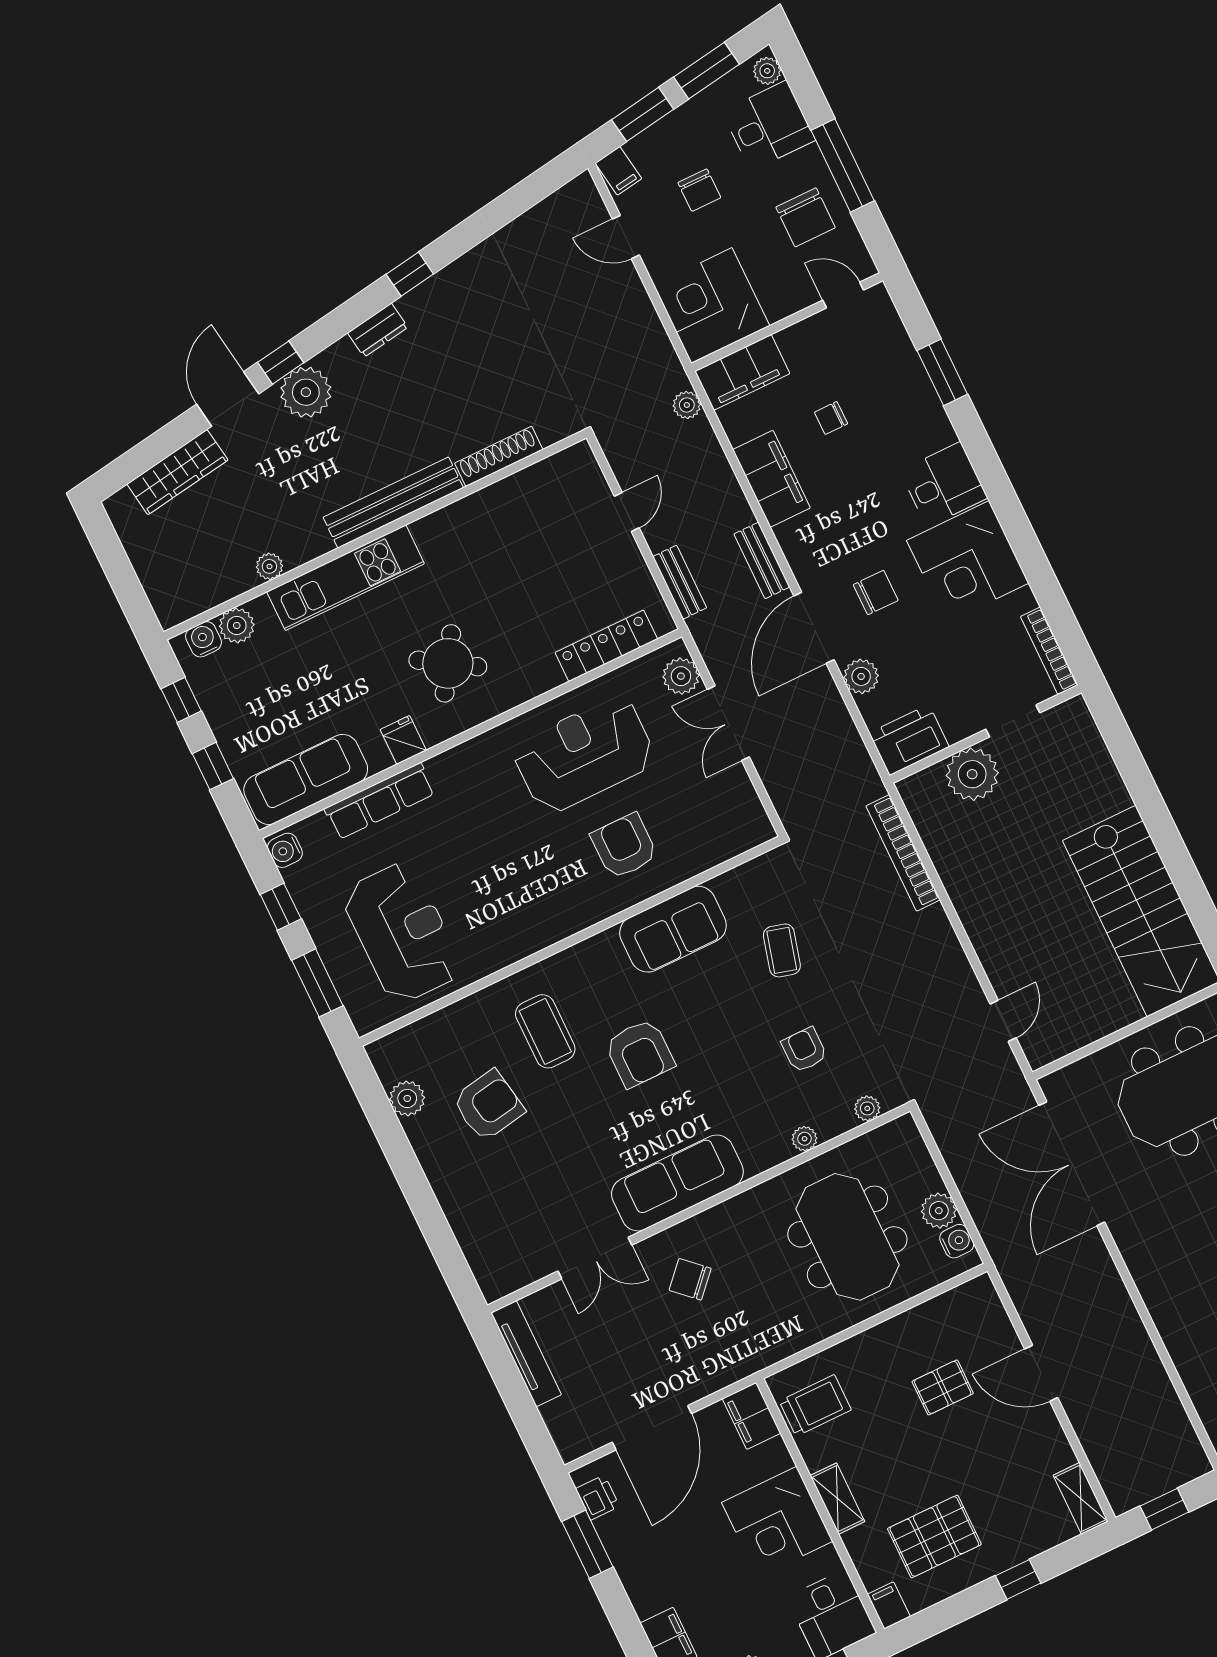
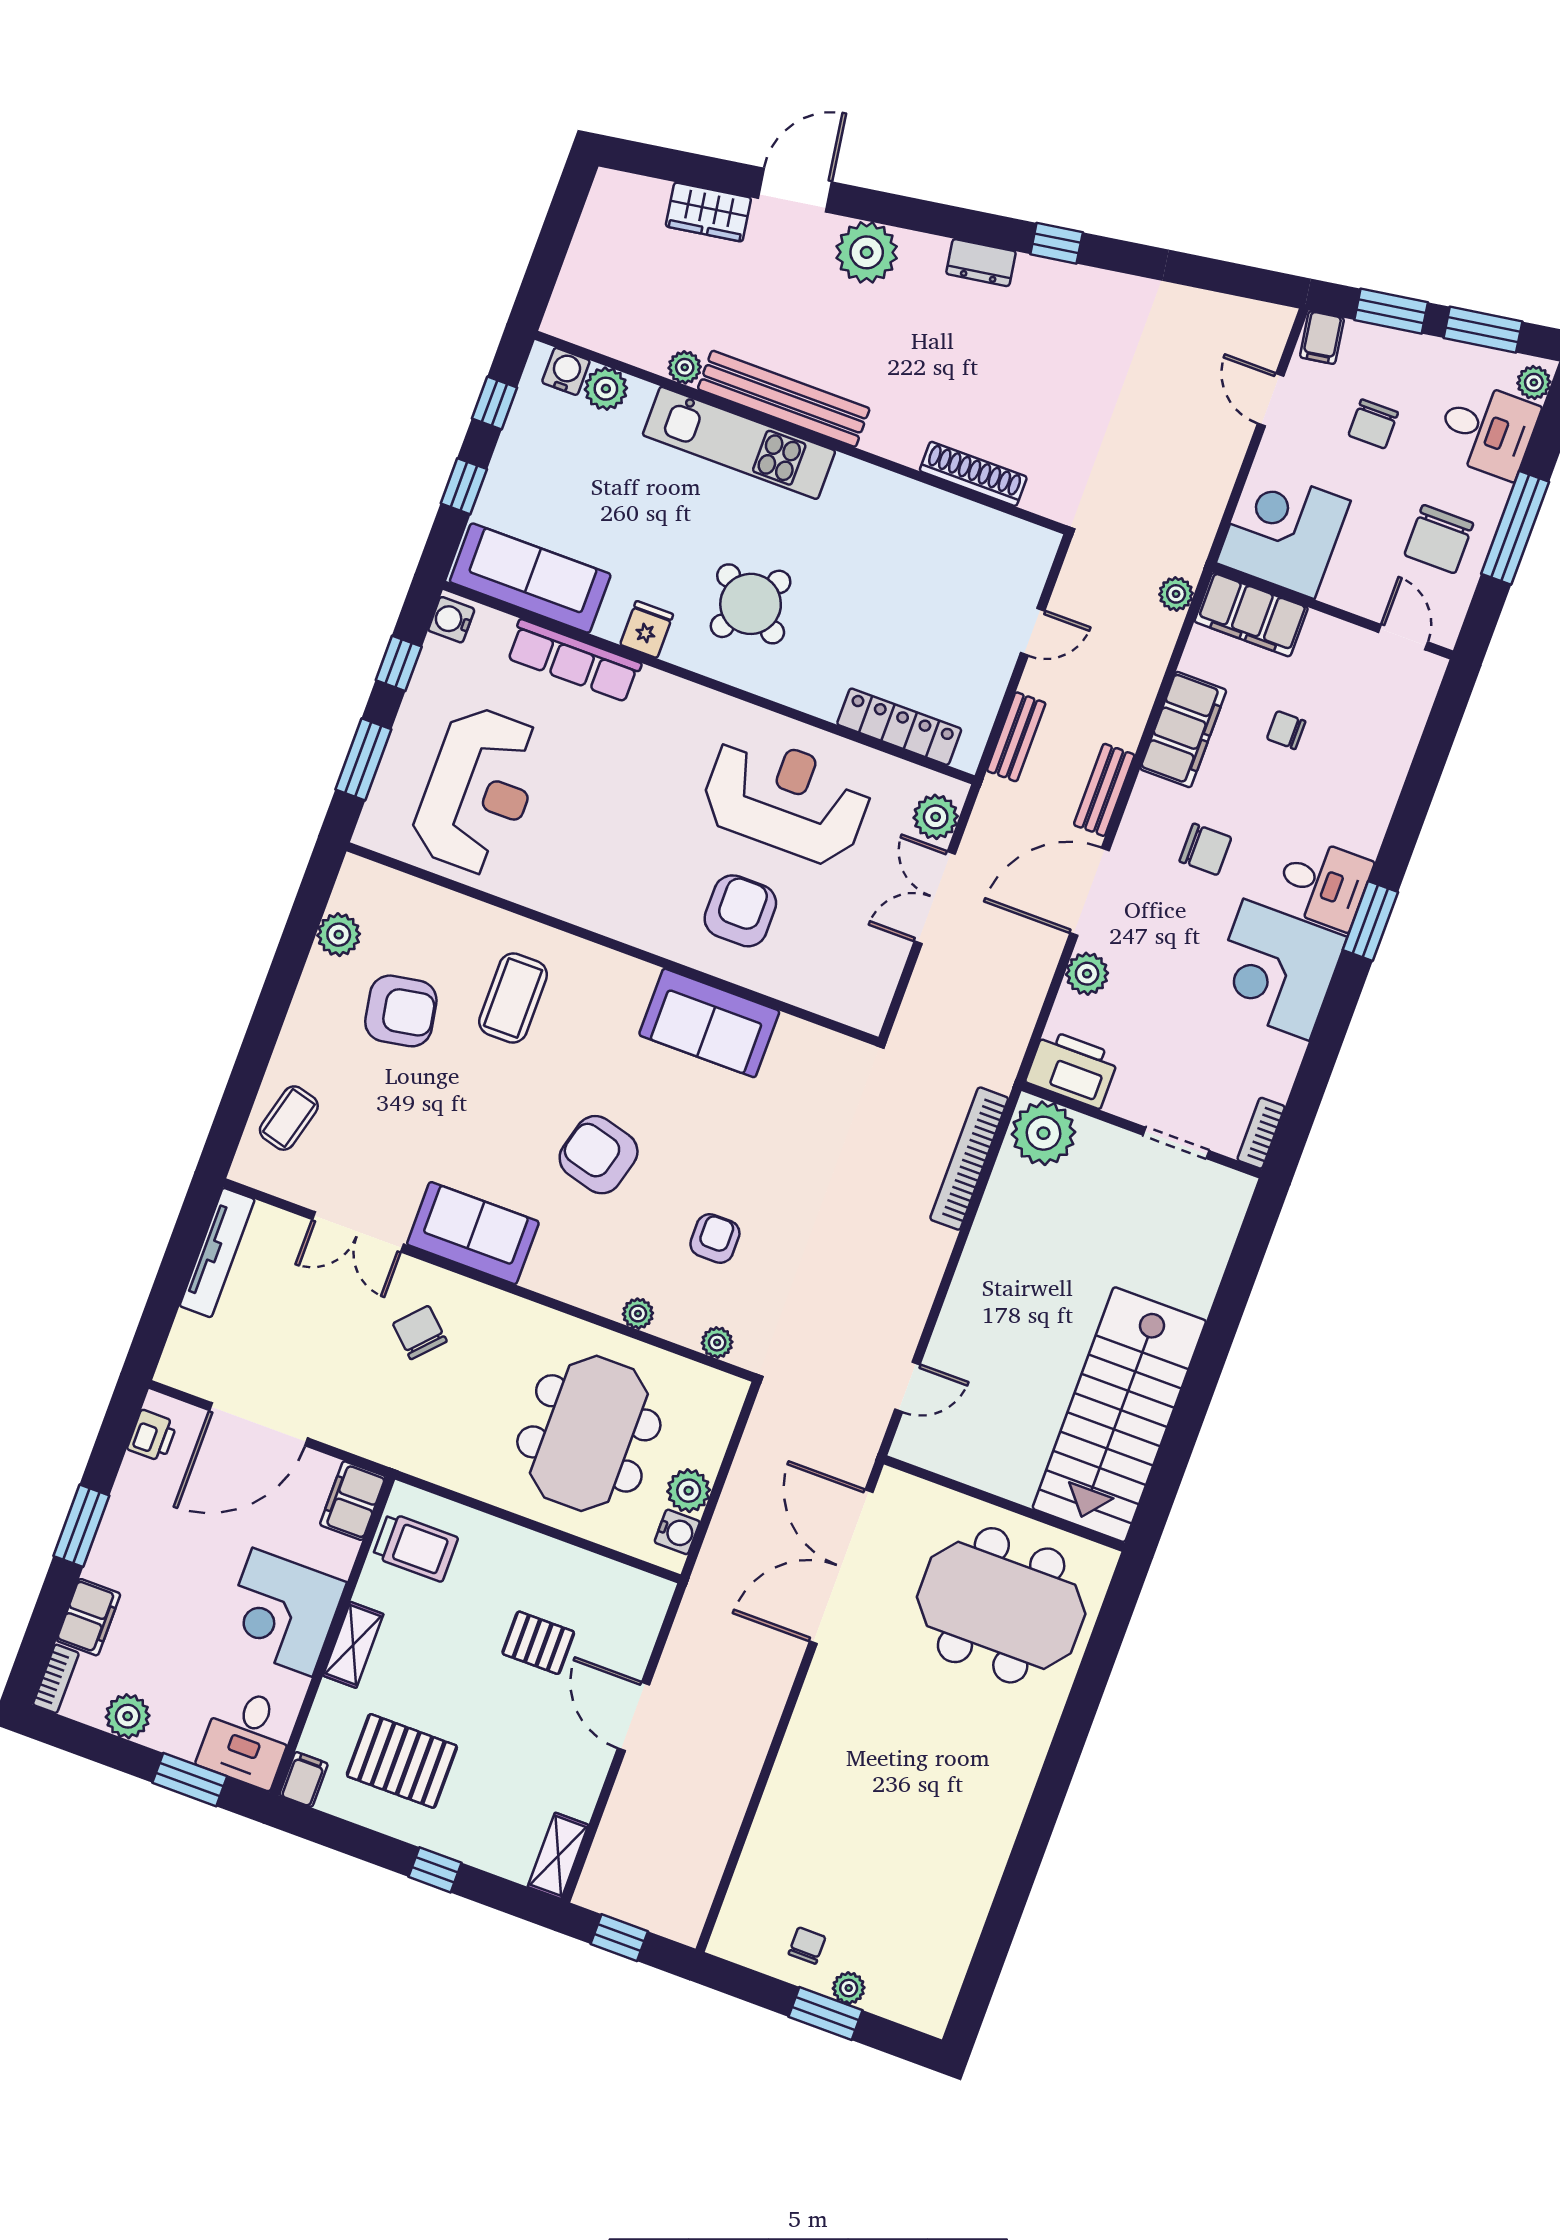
window: (281, 363) -> (871, 206), removed
window: (942, 372) -> (1370, 921), moved
wardrobe: (177, 472) -> (708, 212), width x0.67
bench: (393, 503) -> (784, 399), moved
chair: (876, 592) -> (1205, 849), moved
bookcase: (1049, 651) -> (1261, 1133), width x0.64
plant: (972, 774) -> (1043, 1133), moved
coffee table: (782, 950) -> (289, 1118), moved
armchair: (640, 1053) -> (599, 1155), moved, turned 105
sofa: (677, 1183) -> (473, 1233), width x0.73
window: (587, 1544) -> (81, 1526), moved

